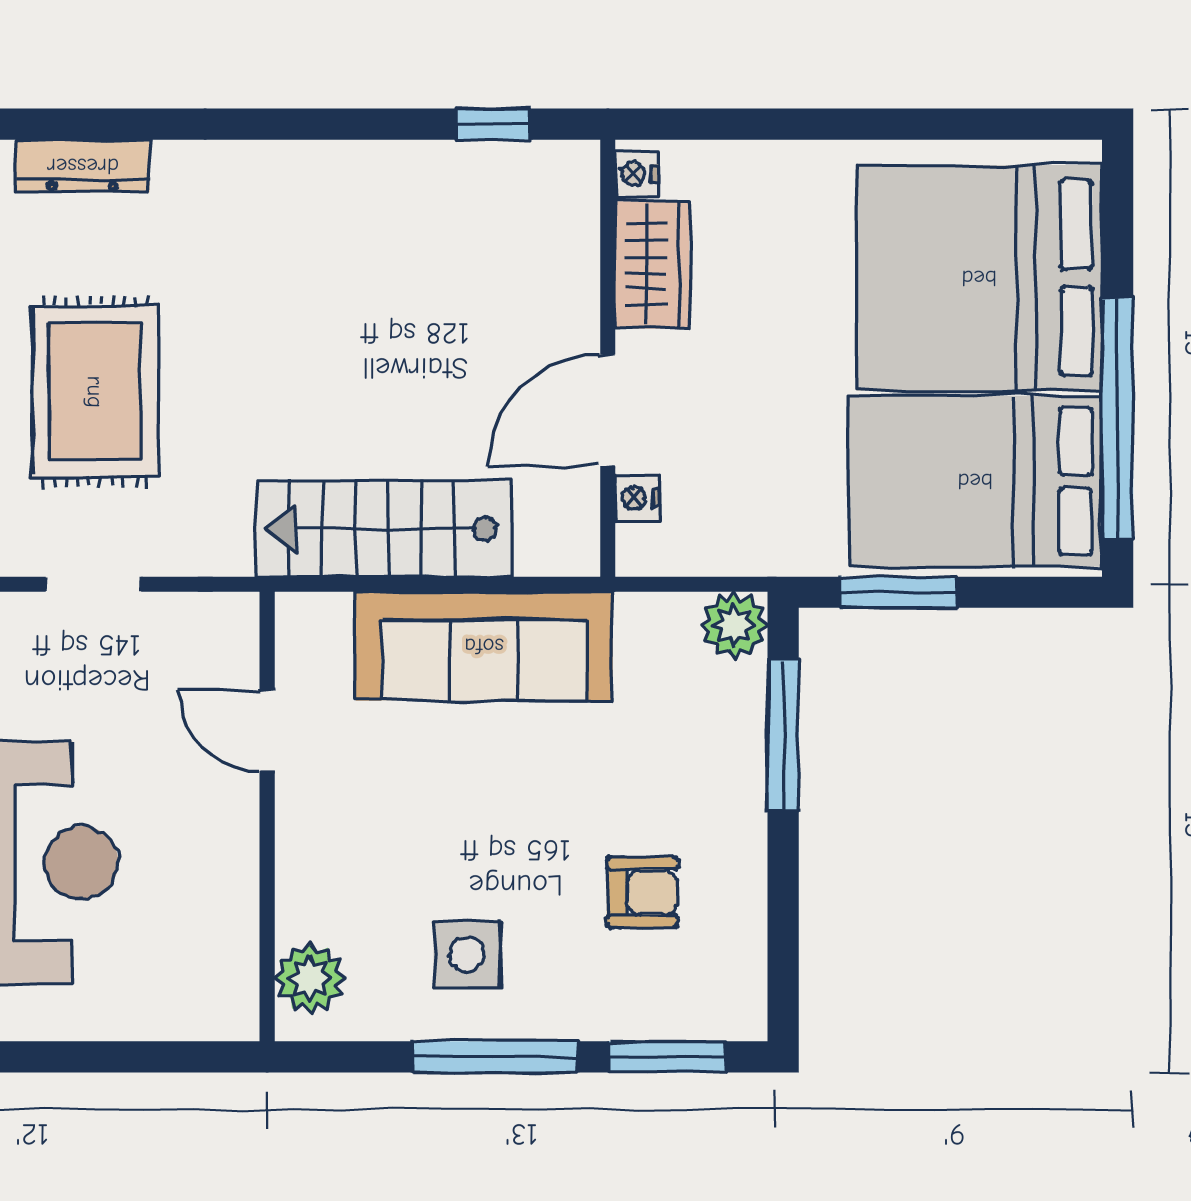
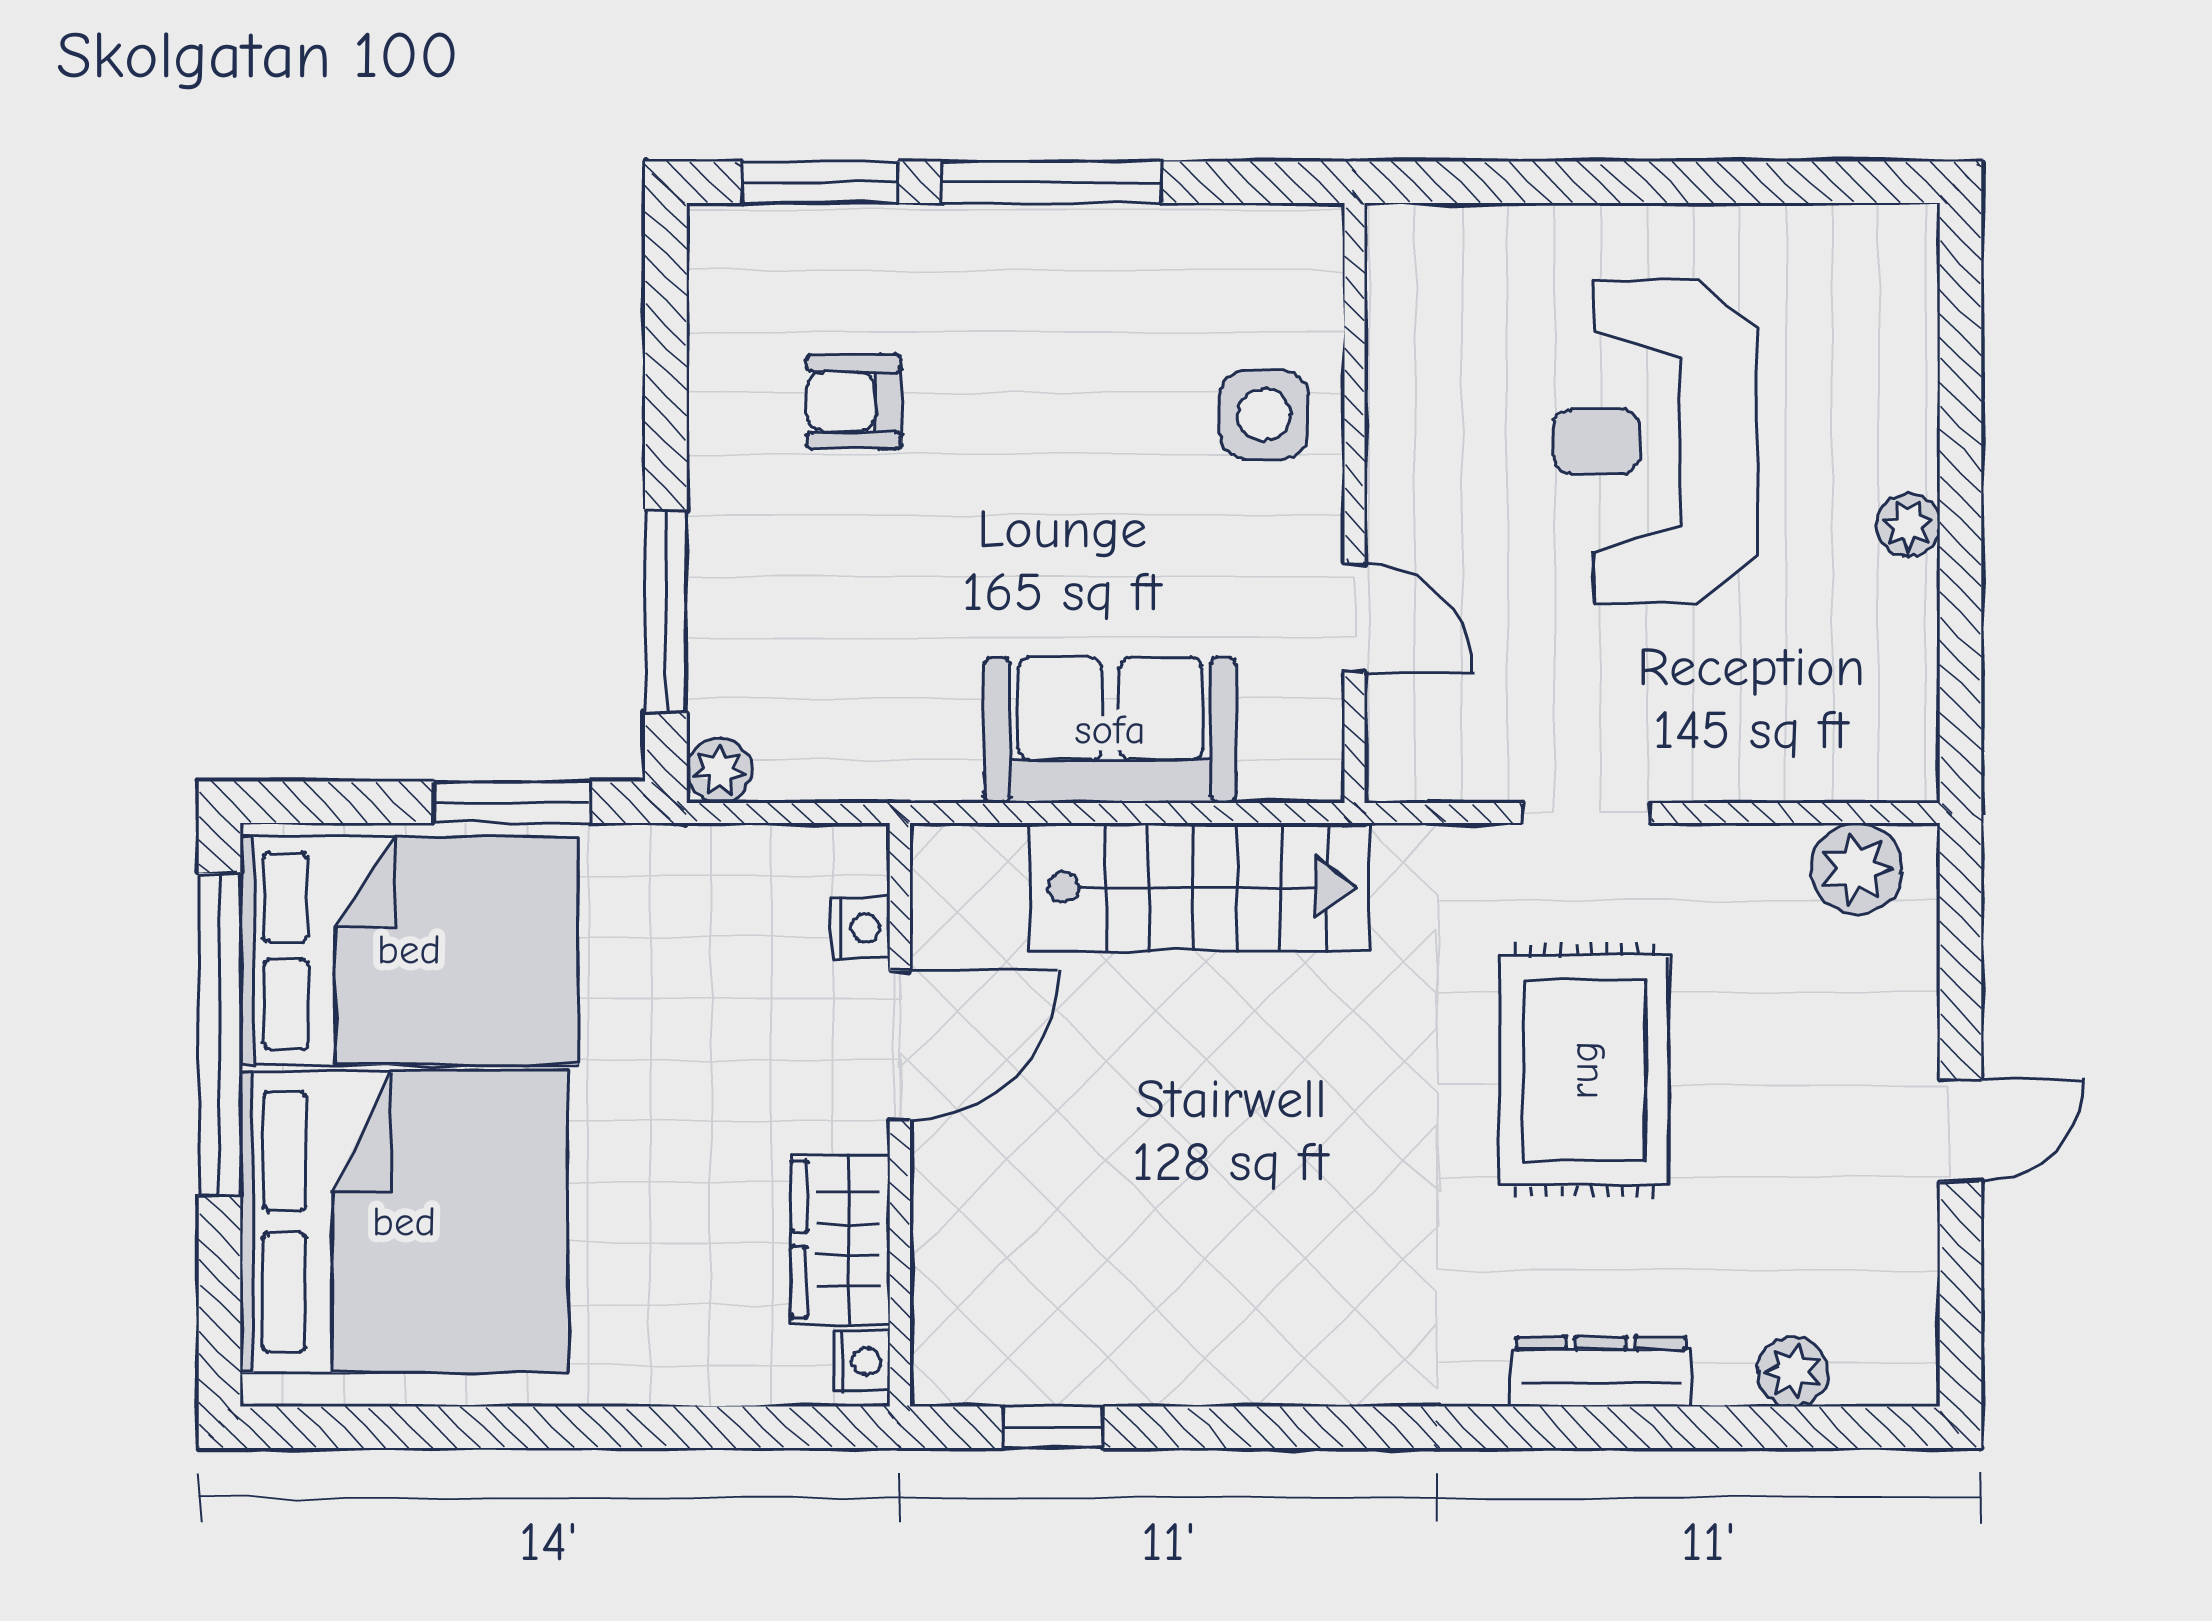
plant: (734, 625) -> (719, 771), width x0.73, depth x0.73
sofa: (484, 646) -> (1110, 730), width x0.73
side table: (467, 954) -> (1263, 415), moved
plant: (310, 978) -> (1298, 287), removed

